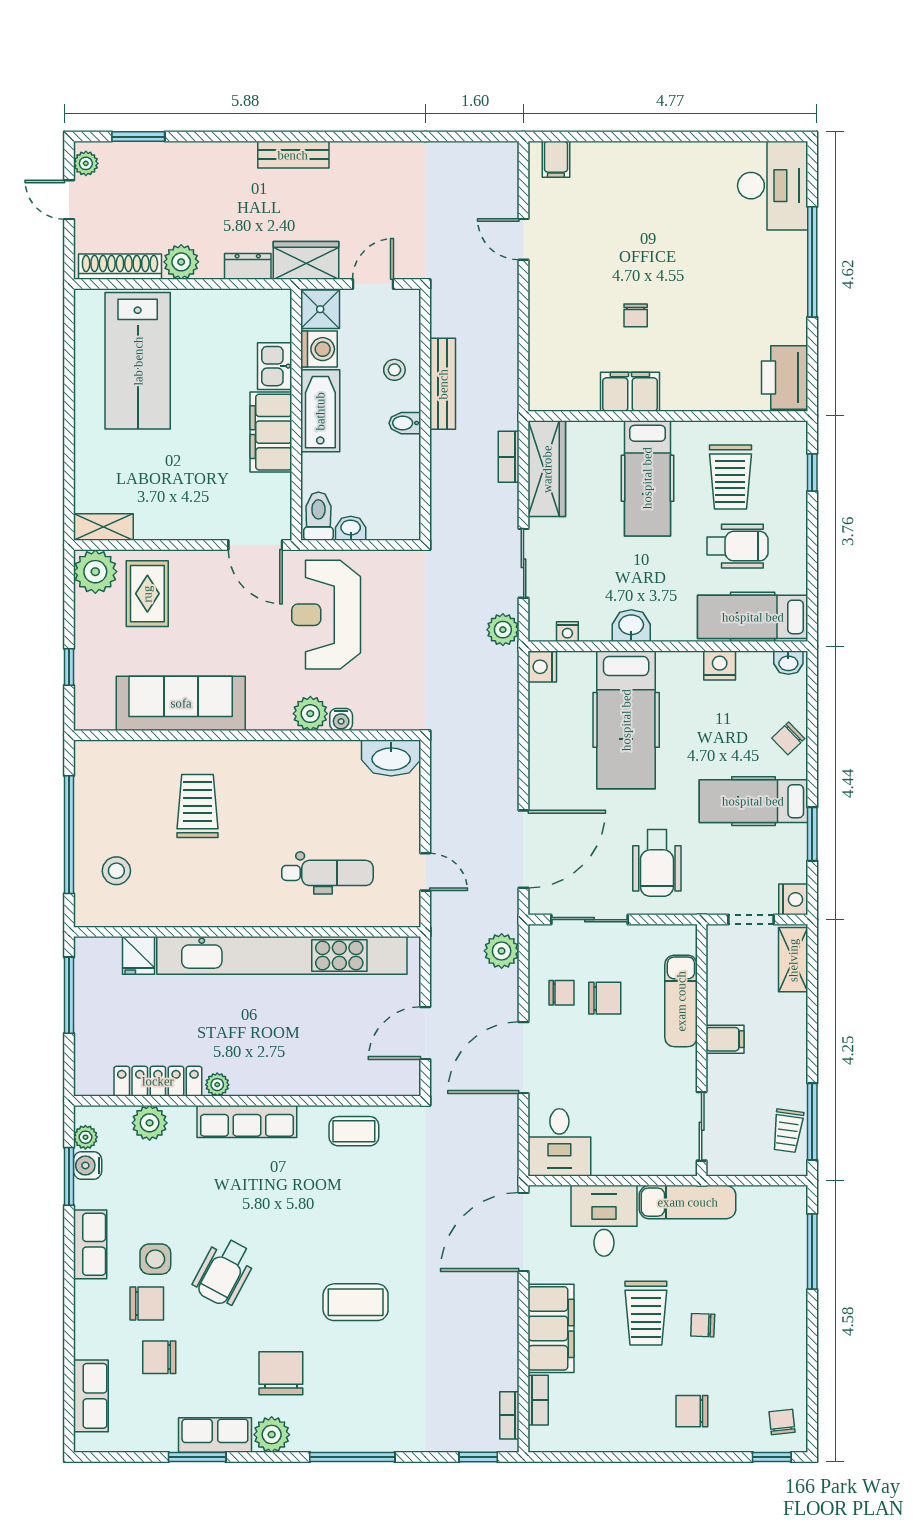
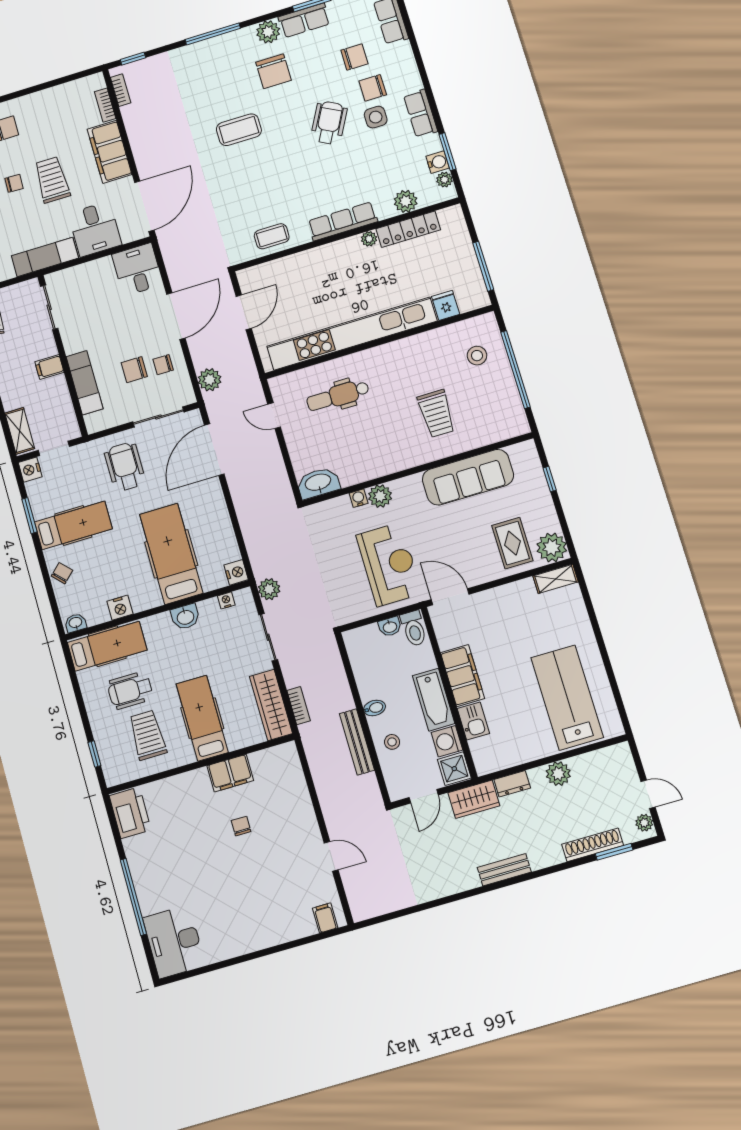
shoe rack: (120, 267) -> (593, 845), moved, turned 180

